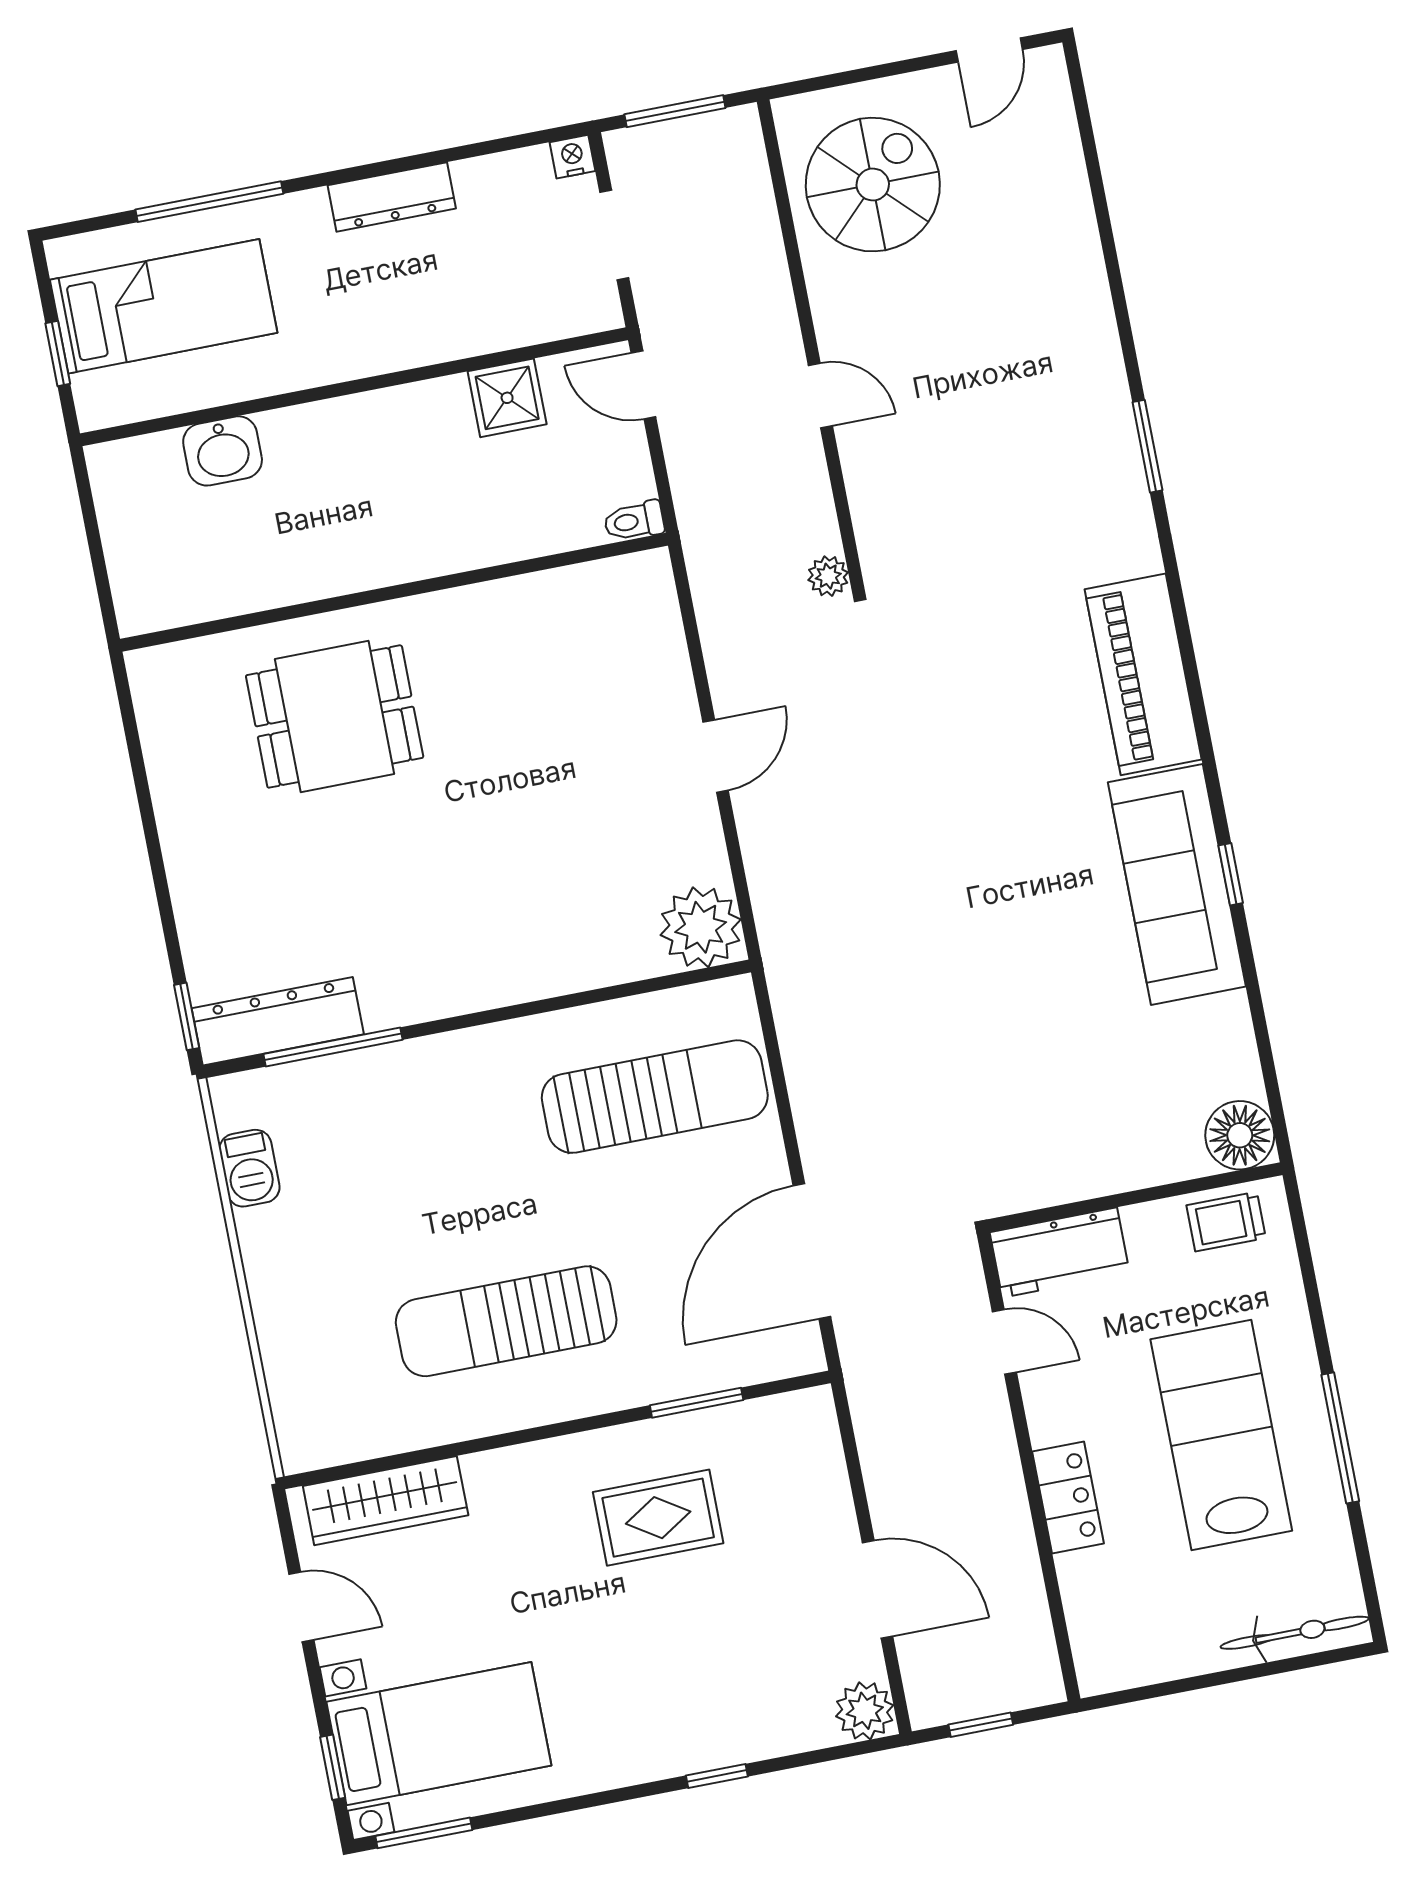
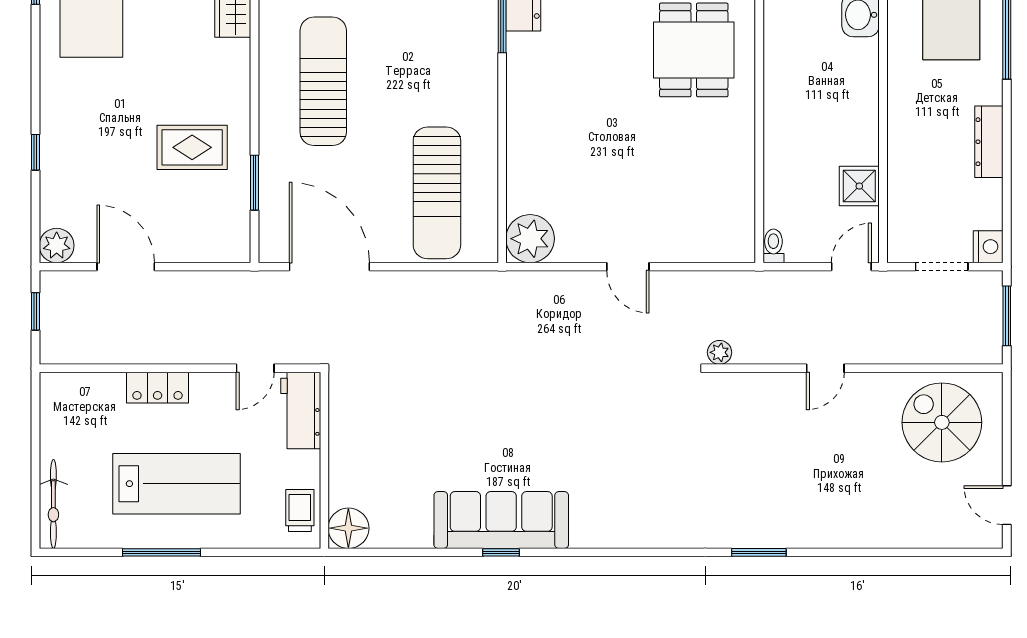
nightstand: (572, 157) -> (988, 247), width x1.39, depth x1.35
spiral stairs: (873, 185) -> (942, 422), turned 180
piano: (1143, 674) -> (627, 524), removed
rug: (658, 1518) -> (192, 147), turned 90
door: (878, 1589) -> (126, 267), swing flipped

